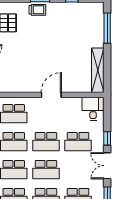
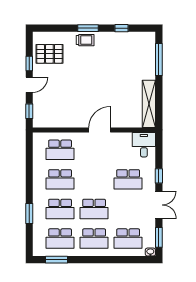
school desk: (46, 142) -> (94, 179), removed
double door: (107, 166) -> (159, 205), swing flipped

